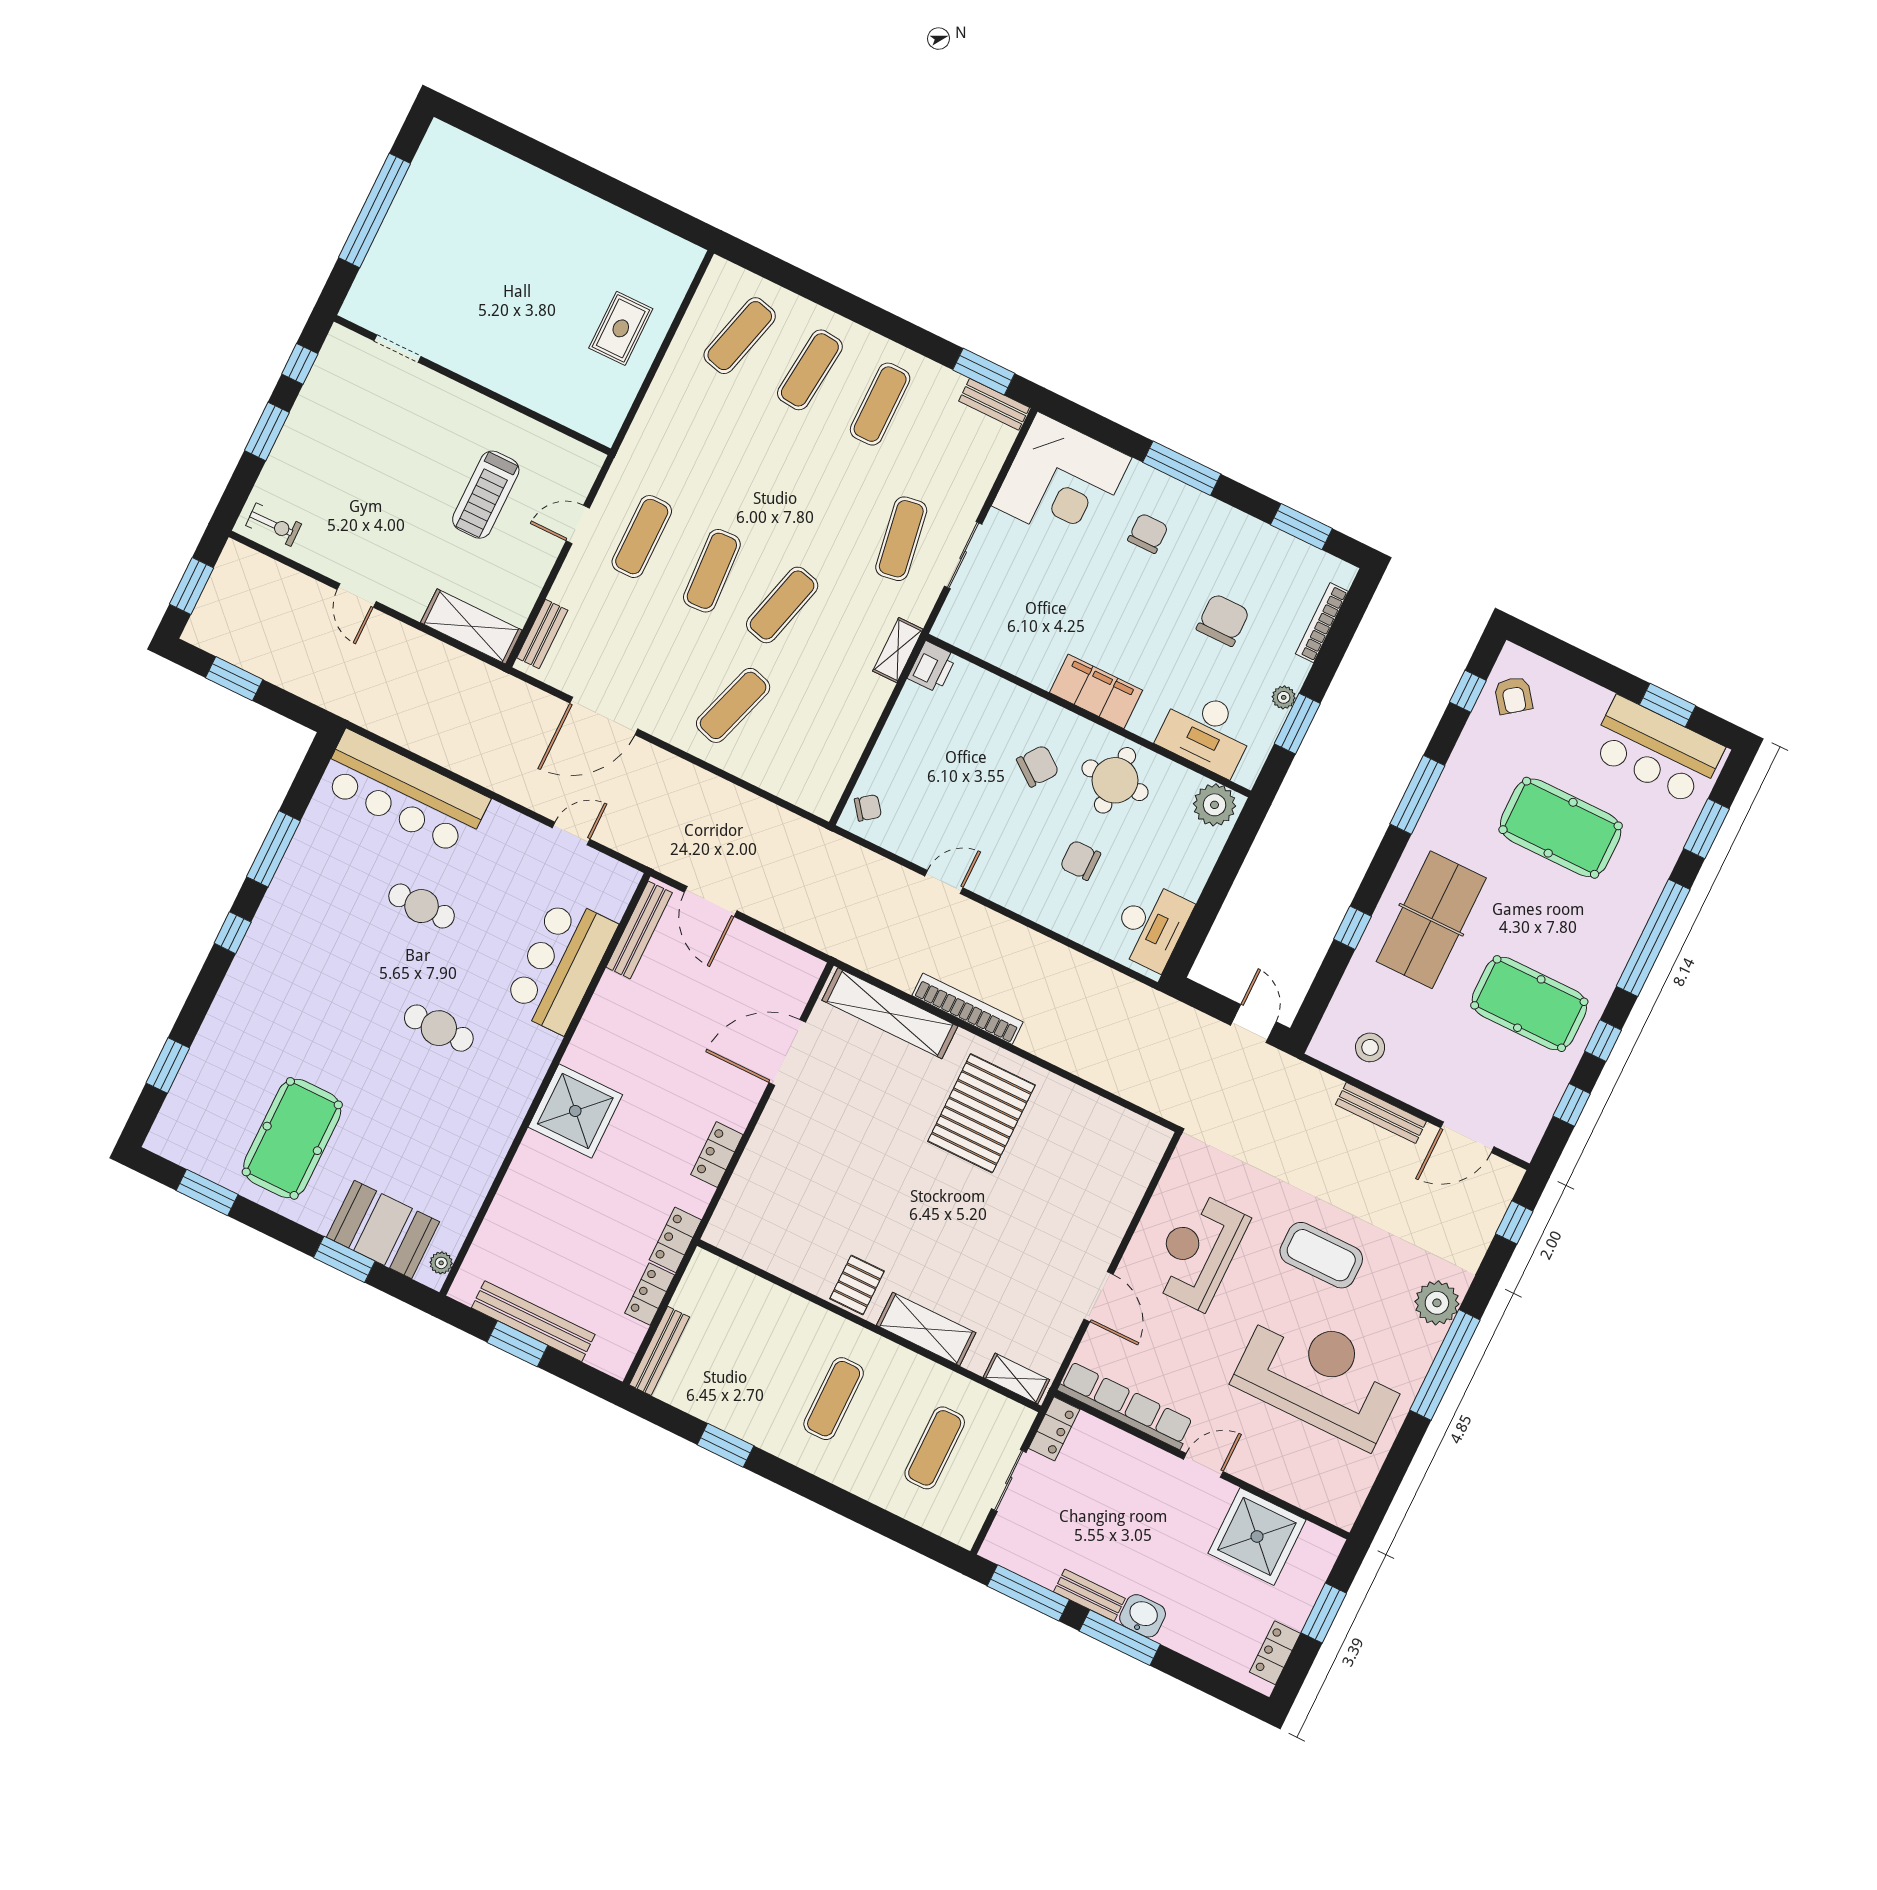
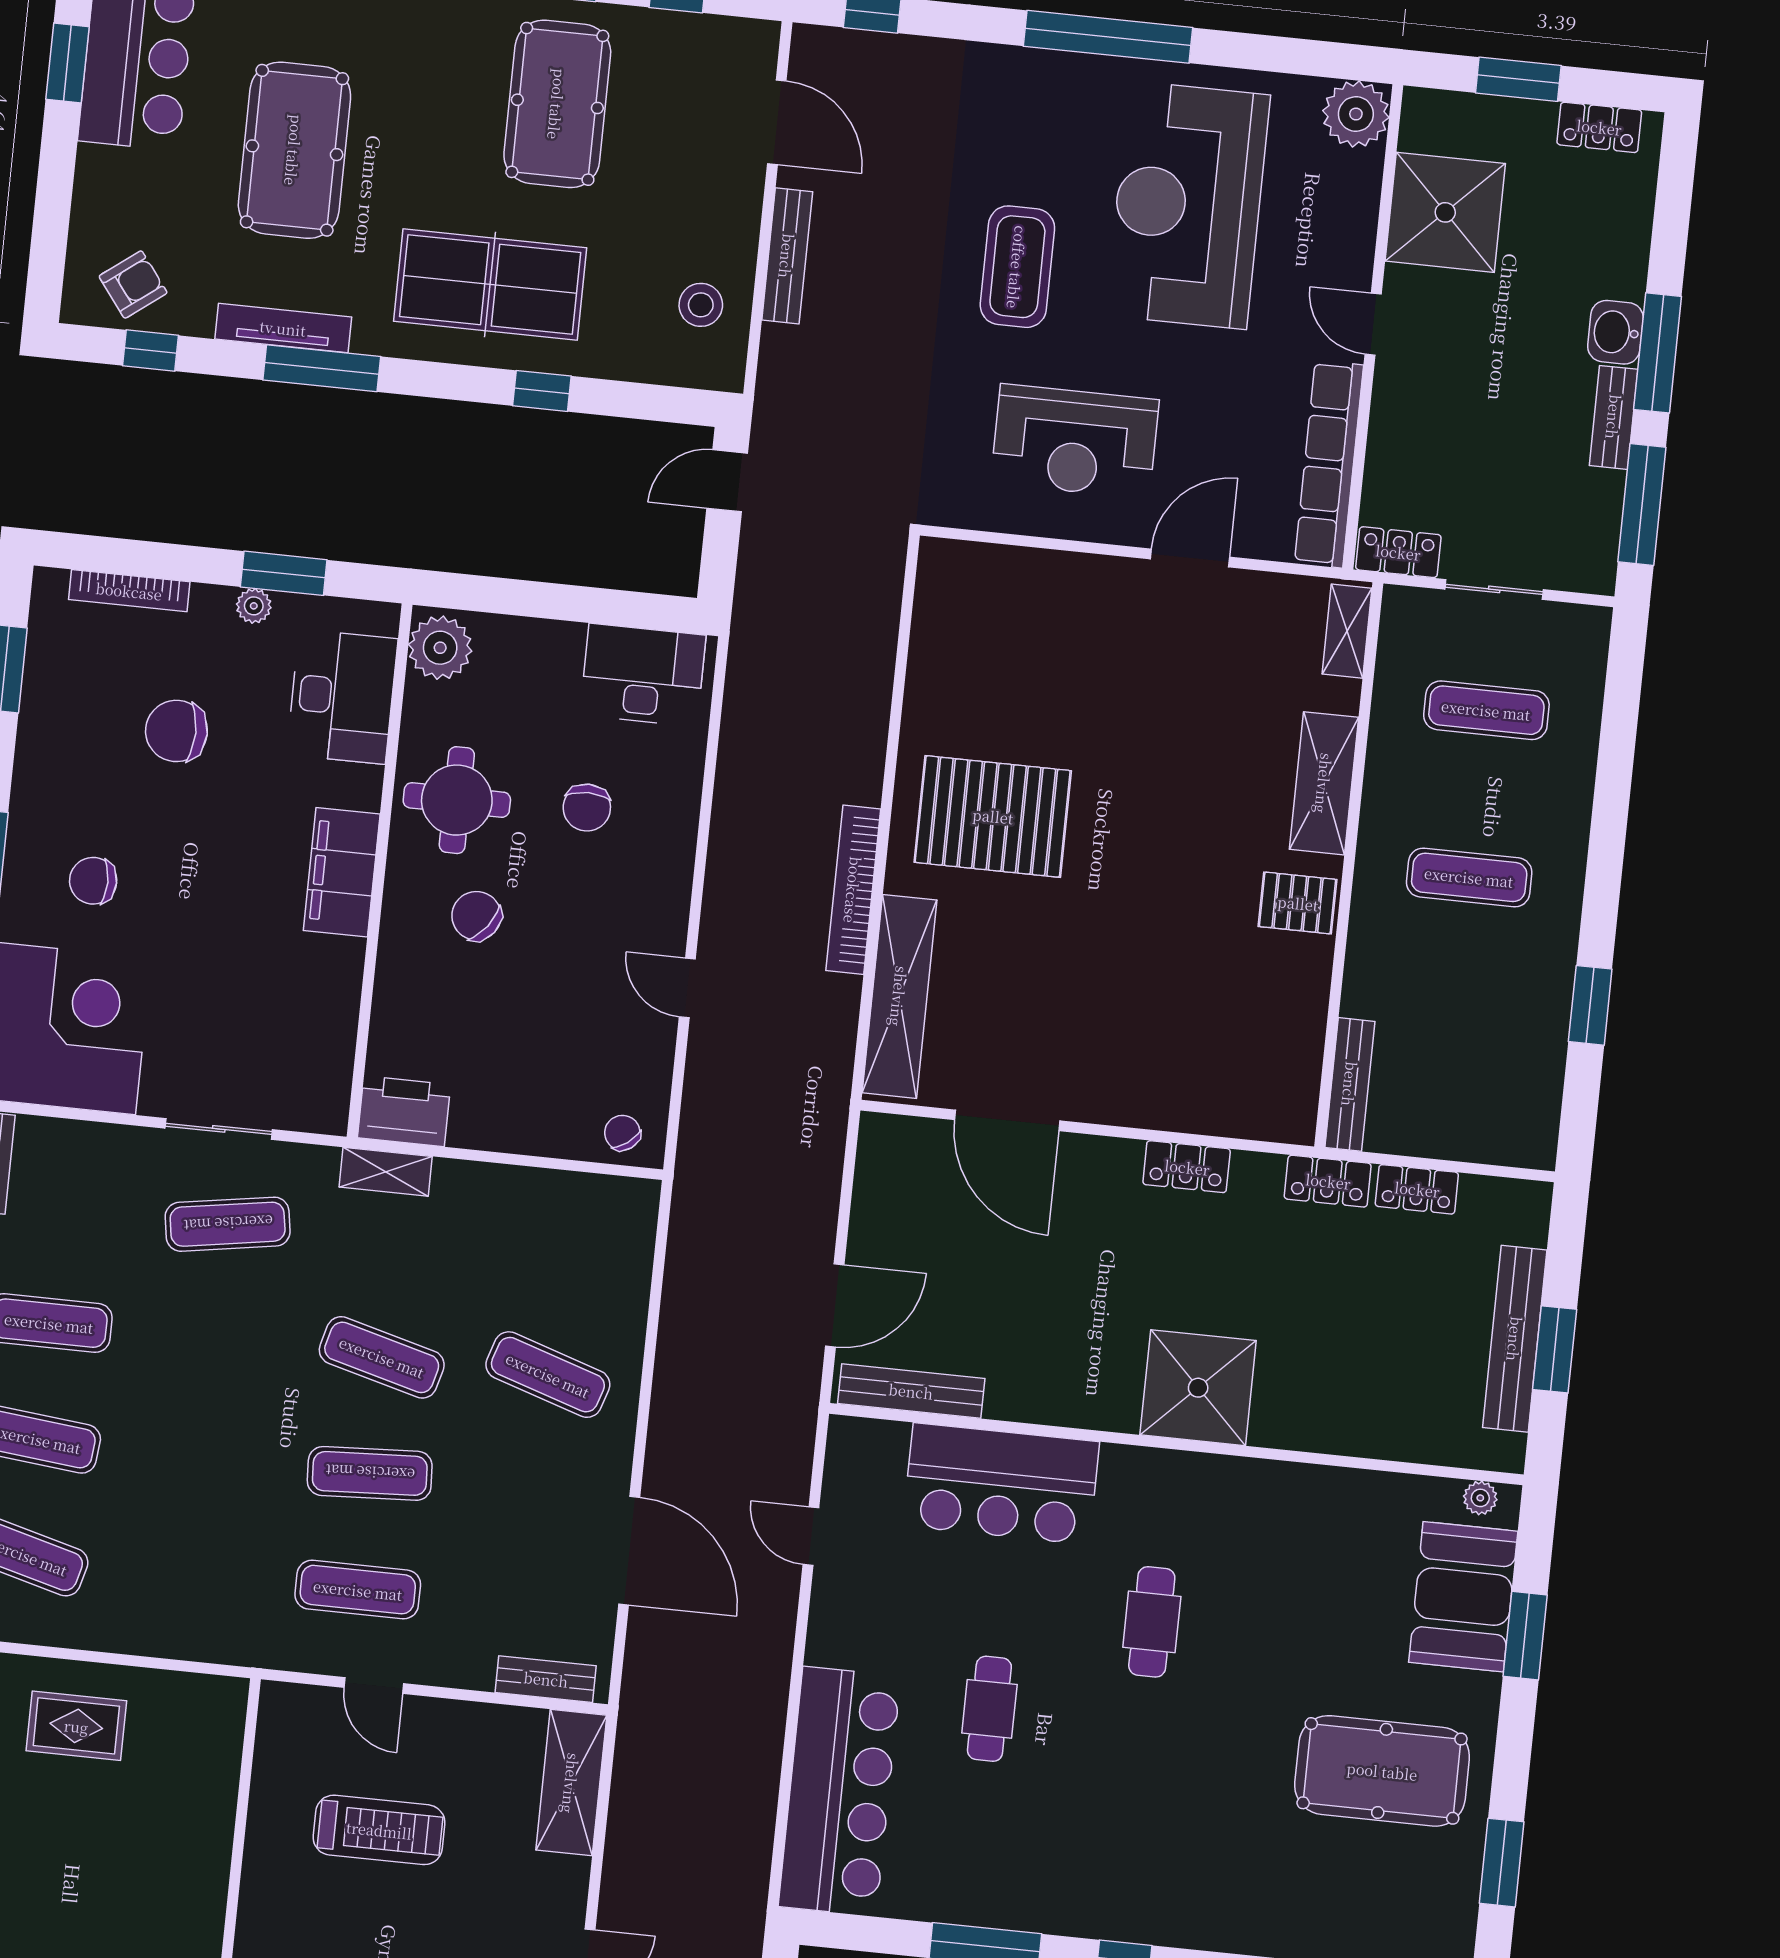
printer: (932, 667) -> (404, 1111), width x1.37, depth x1.19
tv unit: (1451, 780) -> (283, 328), added
plant: (1437, 1303) -> (1356, 114), moved
bench: (659, 1351) -> (1350, 1084), moved, turned 90

